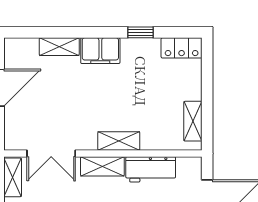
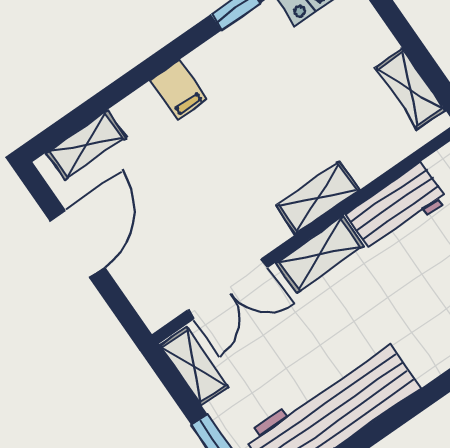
shelving: (59, 47) -> (86, 145), moved
filing cabinet: (100, 51) -> (179, 90), width x0.50

